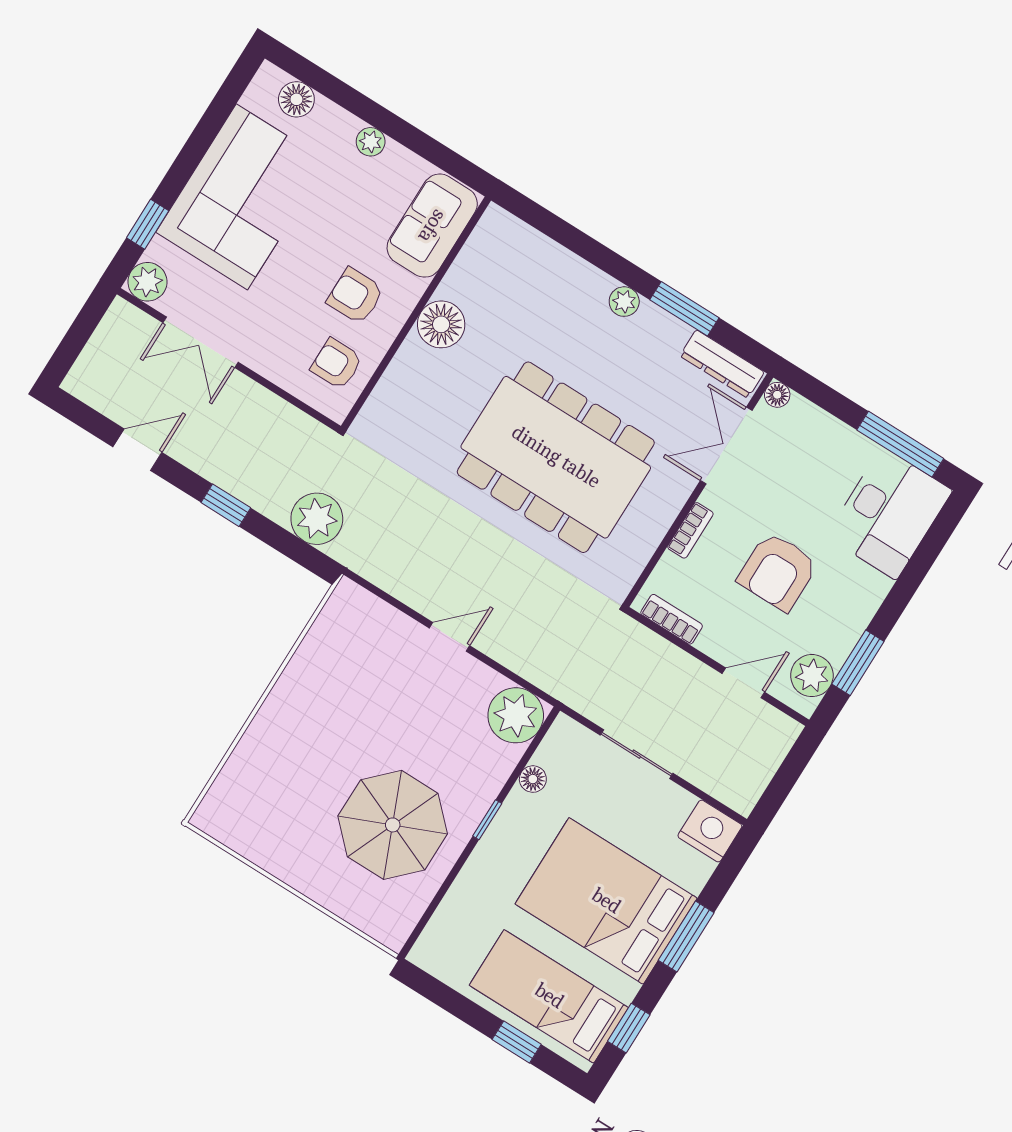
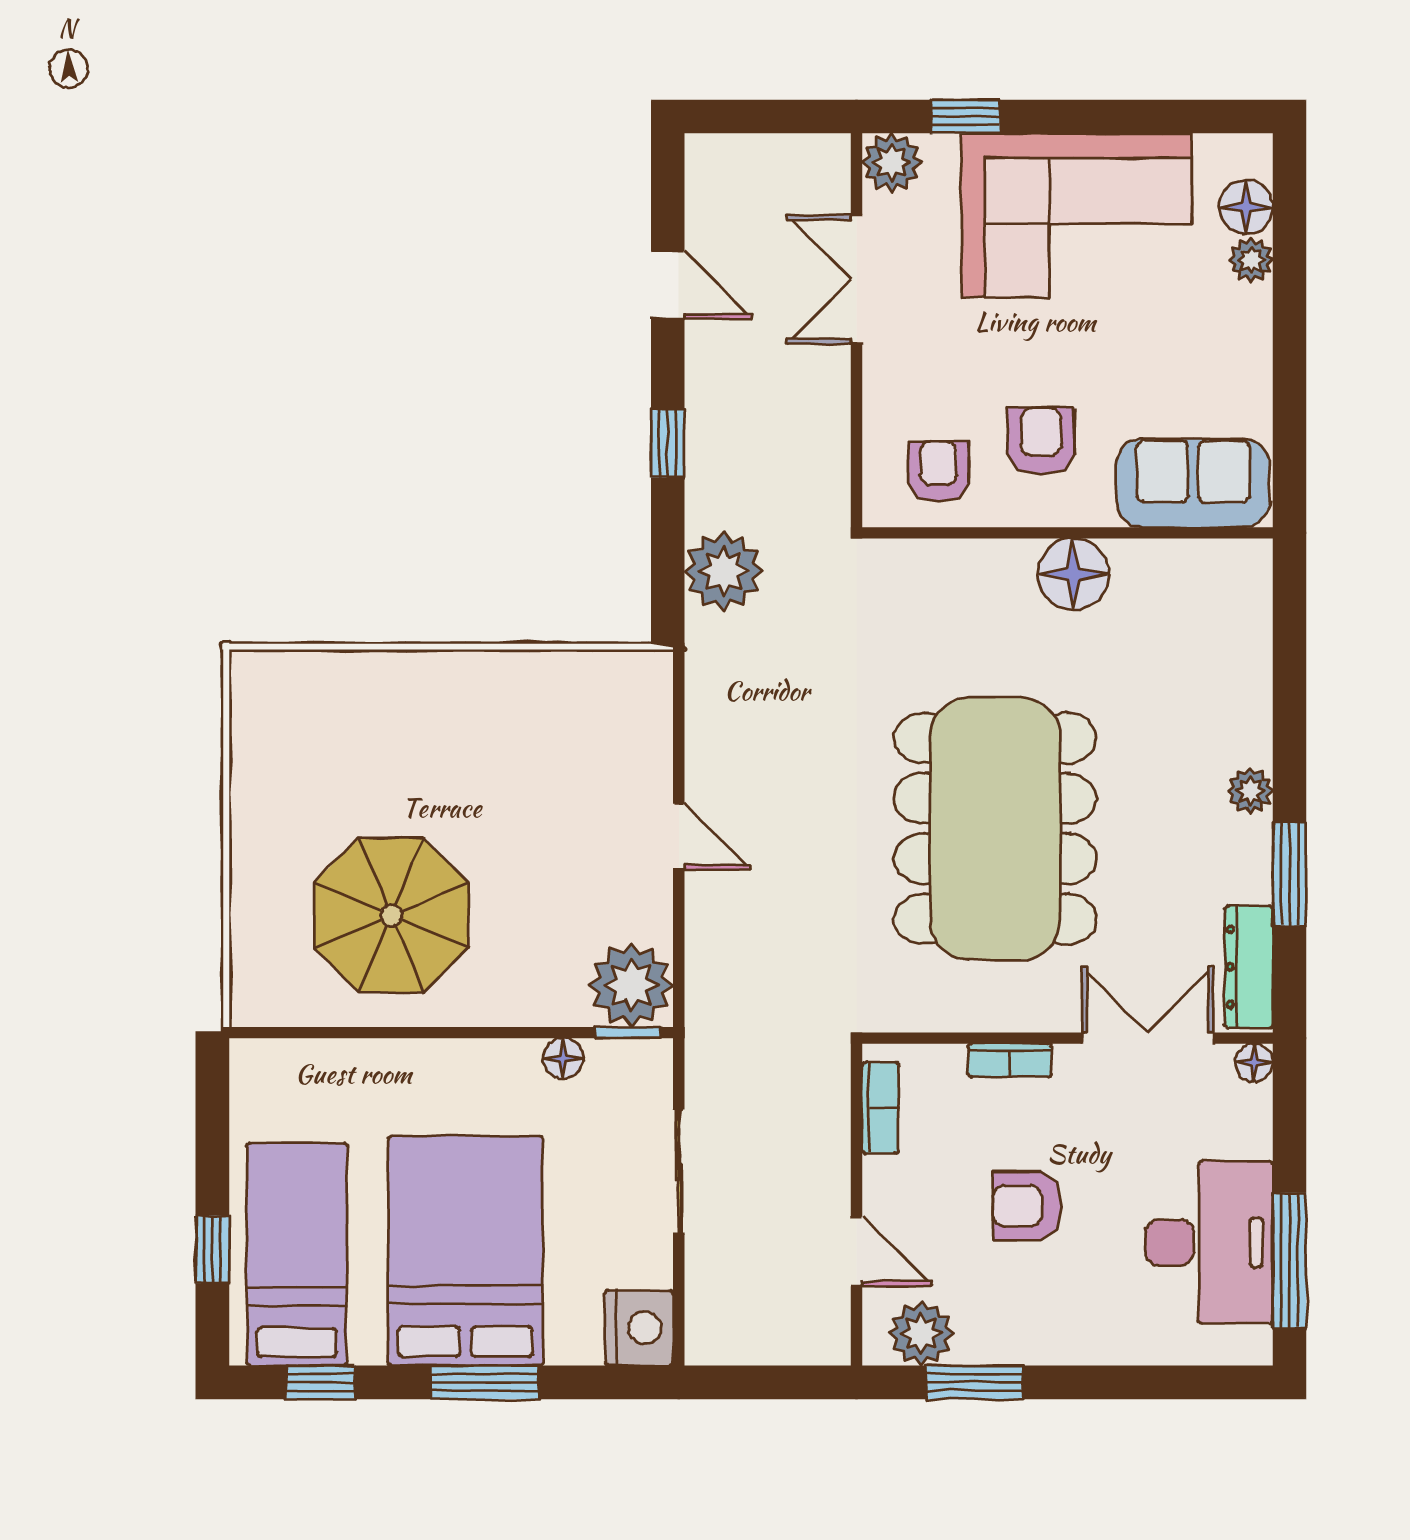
plant: (371, 142) -> (1251, 260), moved
desk: (889, 513) -> (1209, 1242), moved, turned -90
armchair: (778, 572) -> (1027, 1206), width x0.72, depth x0.72
window: (487, 820) -> (628, 1033), moved

